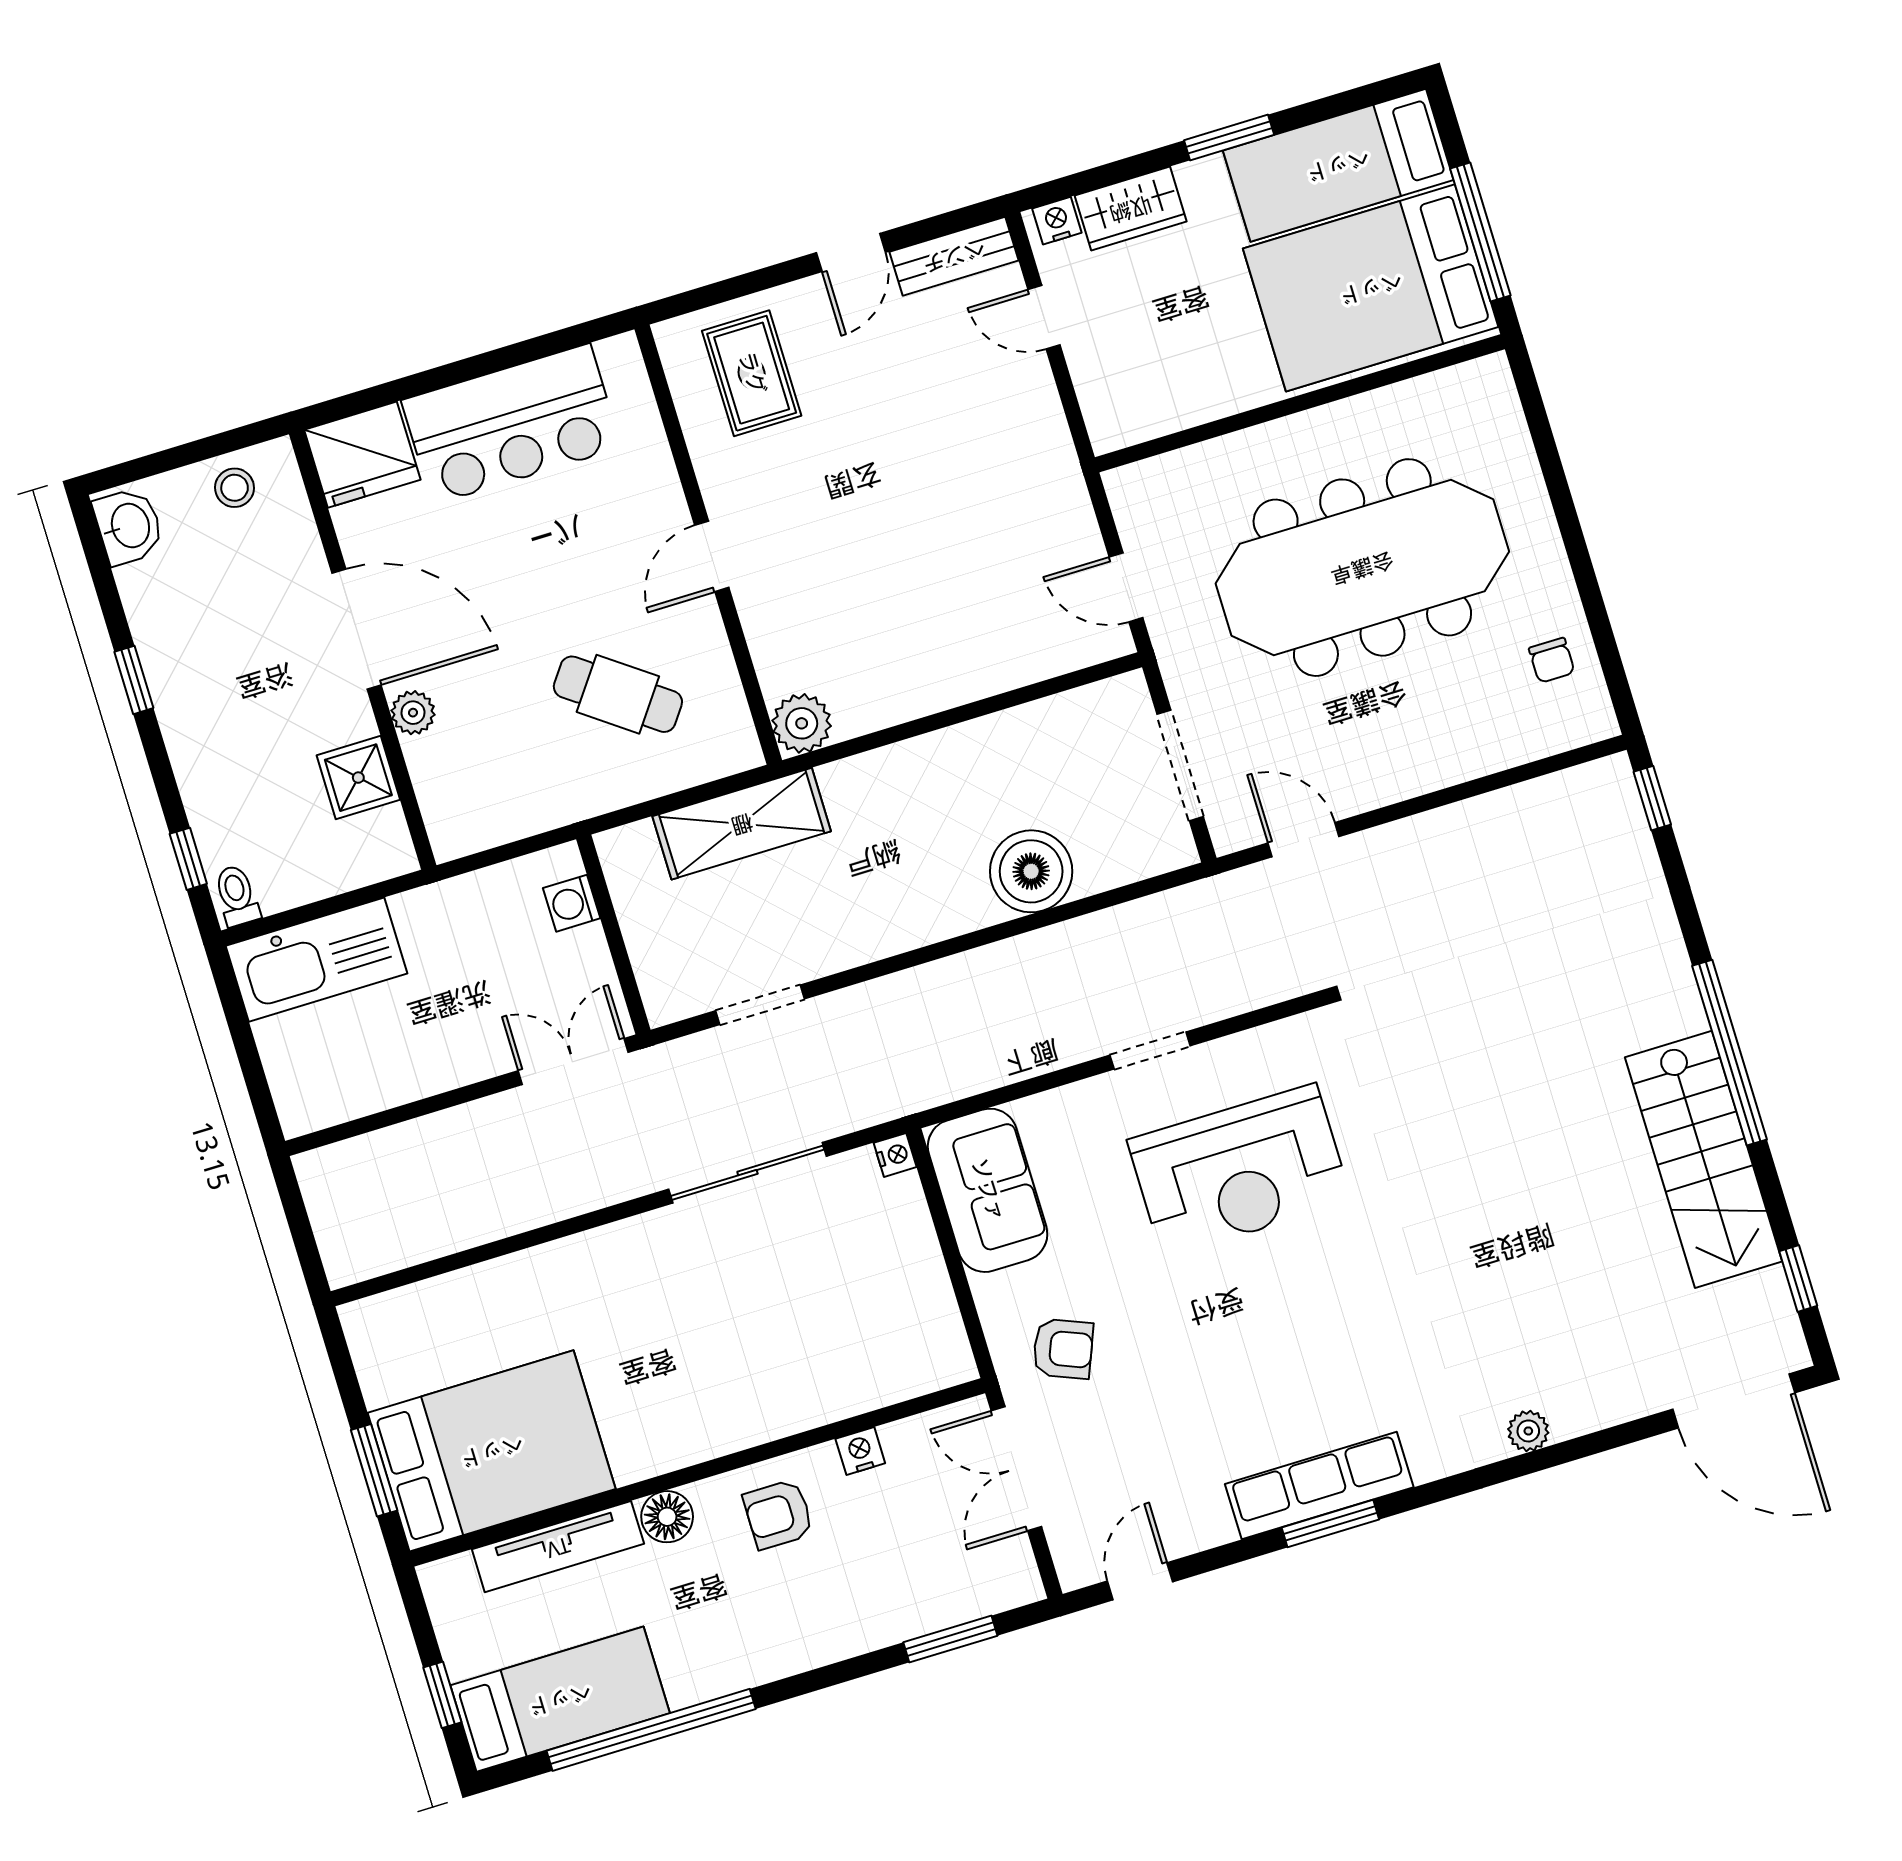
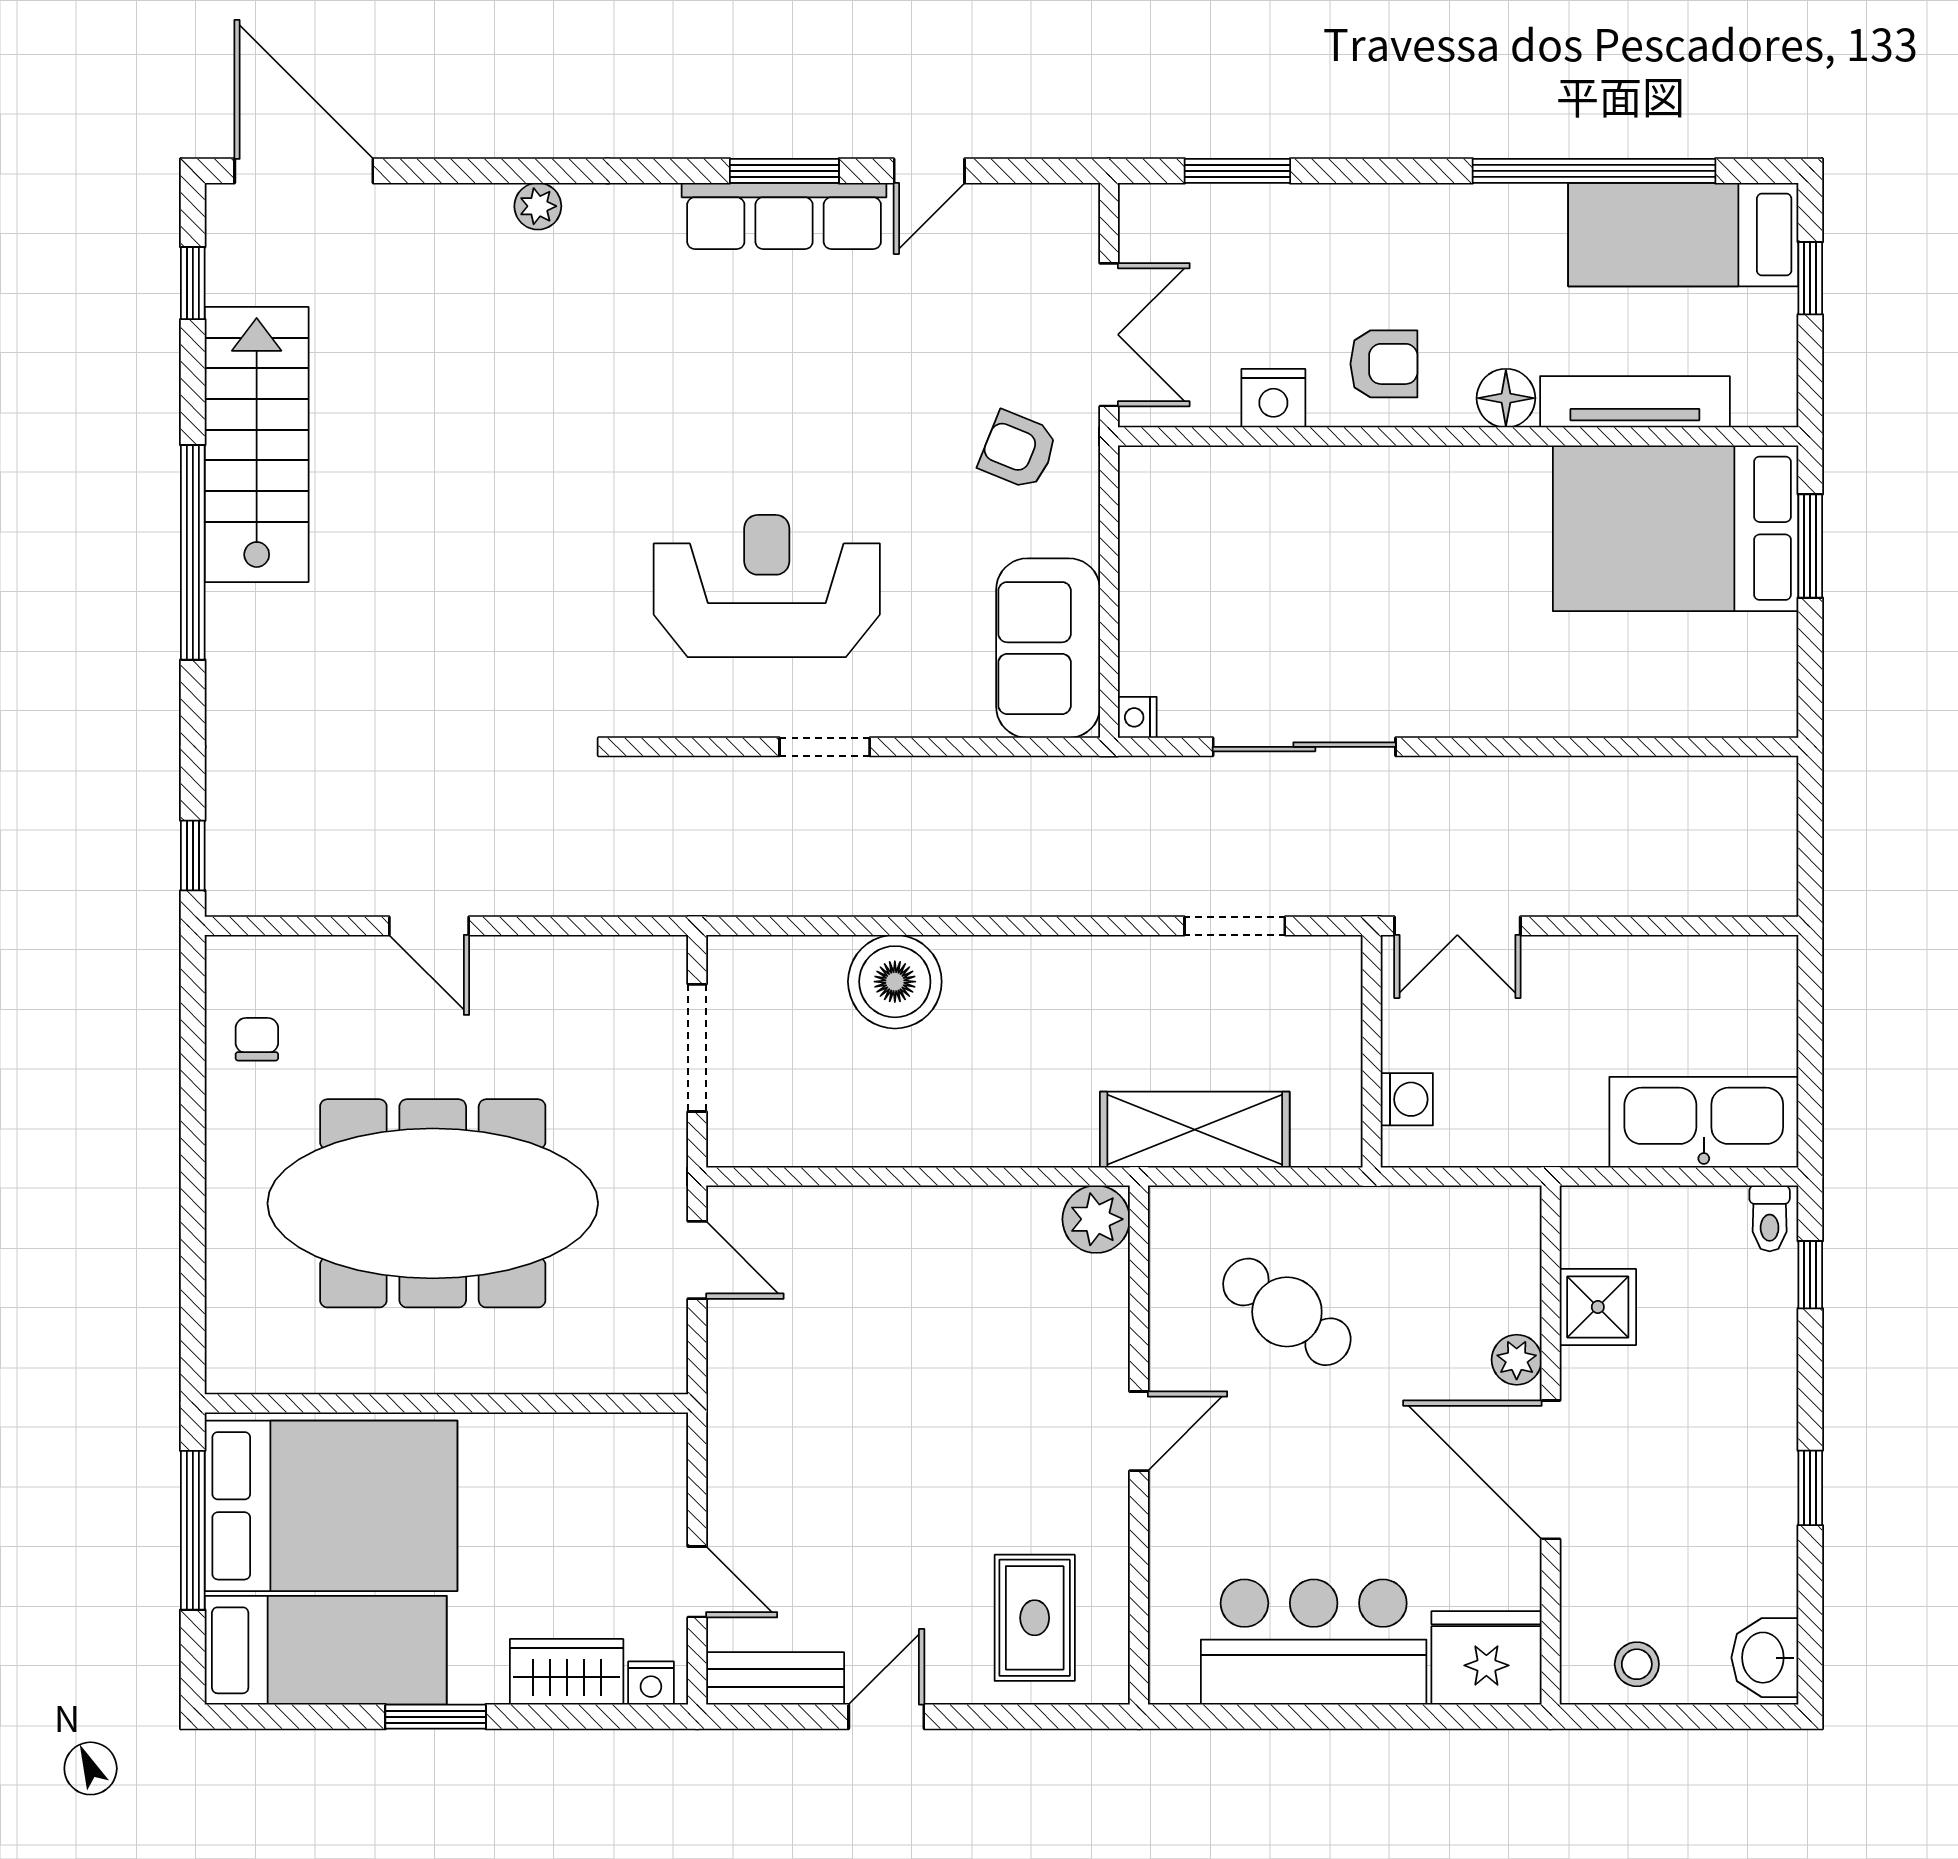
door: (1304, 840) -> (429, 926), moved
nightstand: (860, 1451) -> (1273, 398), width x1.39, depth x1.35
door: (1140, 1581) -> (929, 171), moved

